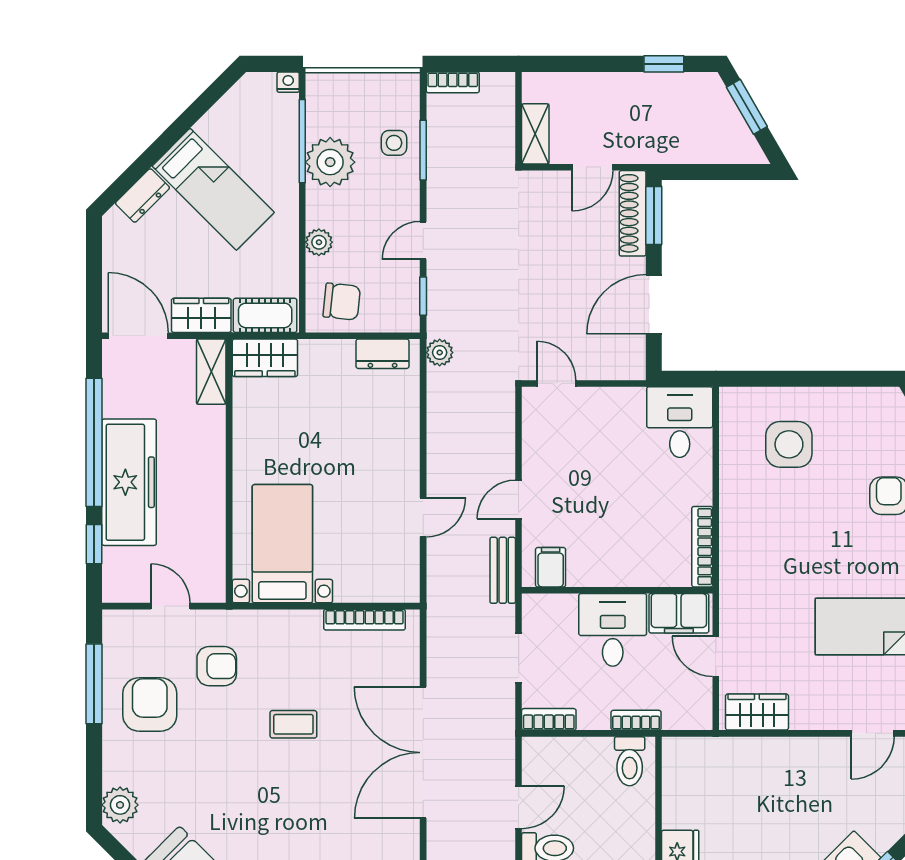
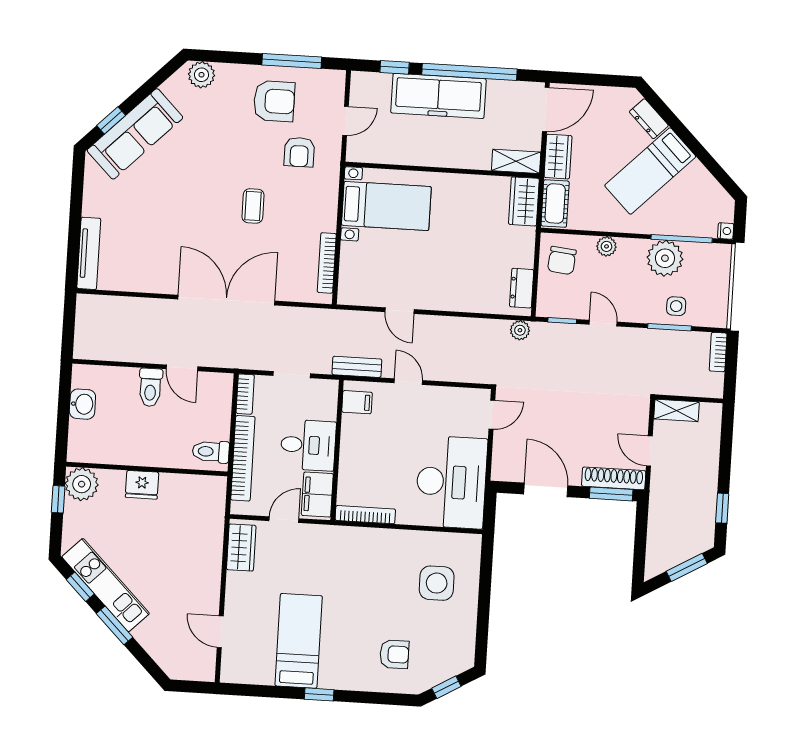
desk: (680, 422) -> (451, 482), width x1.87, depth x1.30
bookcase: (636, 720) -> (243, 458), width x2.31, depth x1.31

